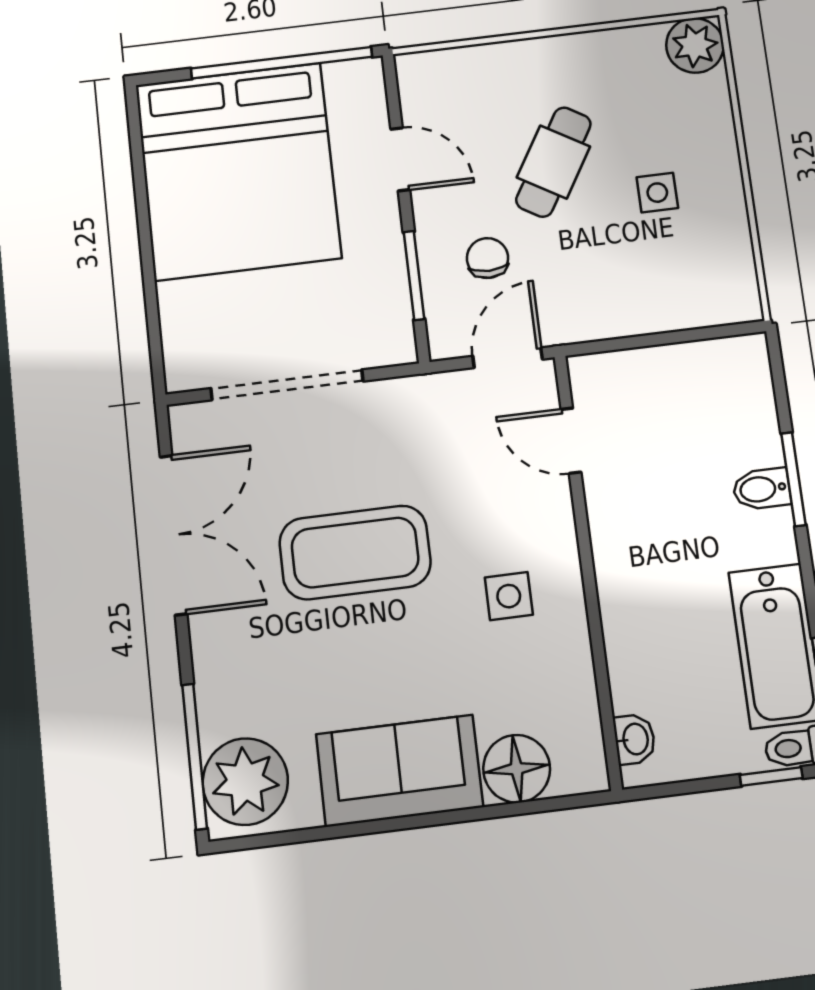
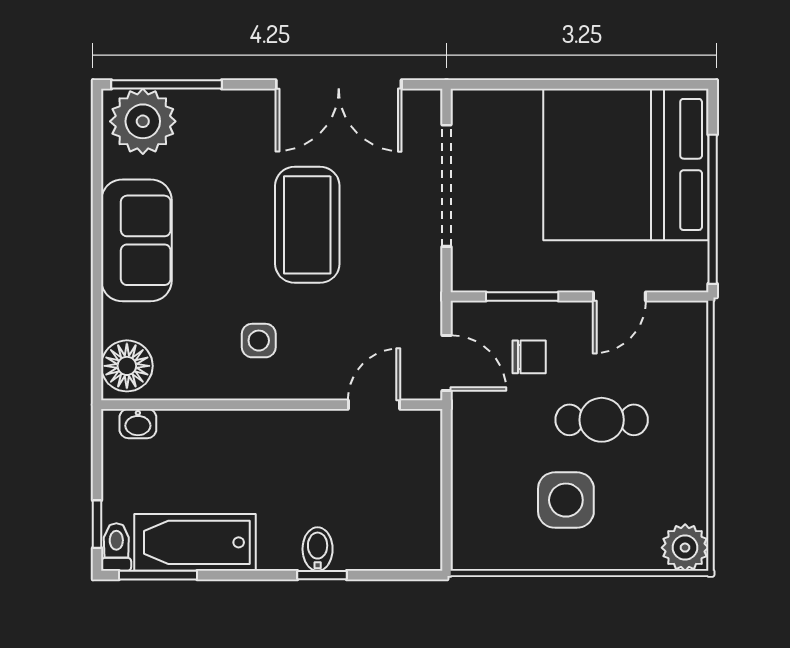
cafe table: (553, 162) -> (602, 420), turned -31
side table: (657, 193) -> (566, 500), width x1.87, depth x1.87
window: (794, 479) -> (322, 575), width x0.67
floor lamp: (517, 769) -> (127, 366), moved

